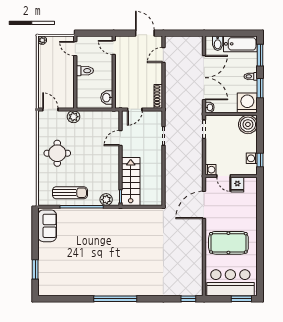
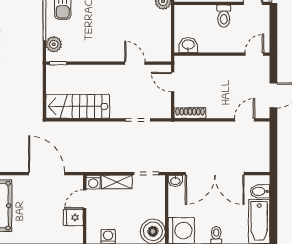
door: (163, 55) -> (245, 120), hinge flipped
shelving: (210, 152) -> (117, 182), added
stairs: (131, 181) -> (78, 106), moved, turned 180

